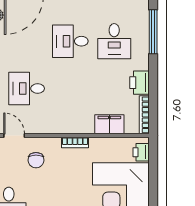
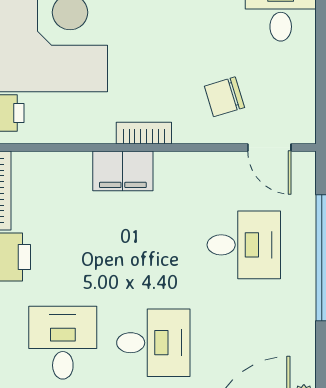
filing cabinet: (109, 124) -> (123, 171), moved
chair: (36, 160) -> (224, 97), turned -107

